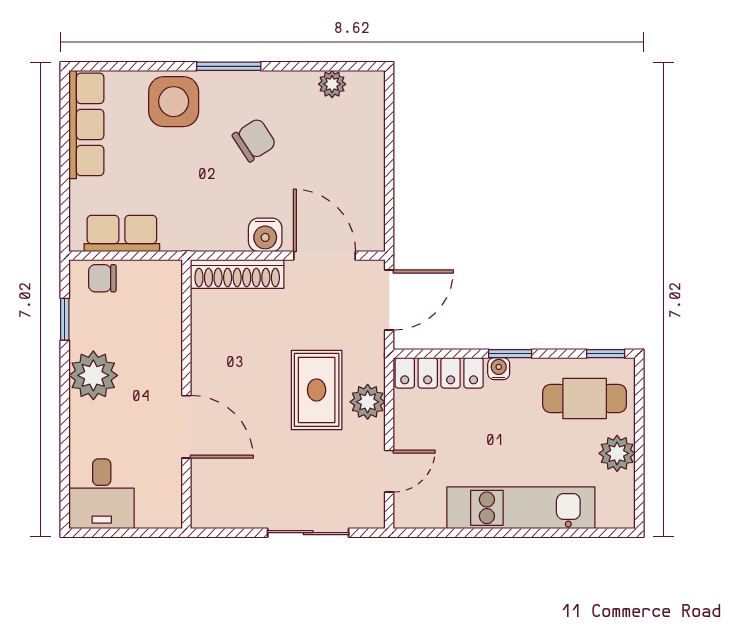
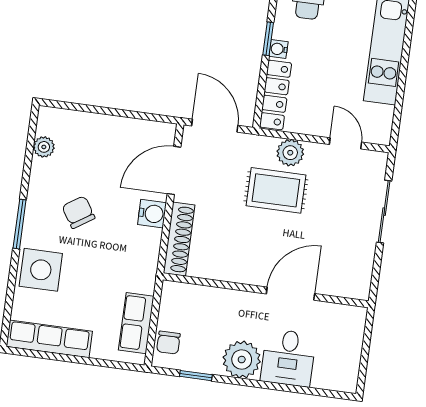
desk: (102, 494) -> (288, 358), moved, turned 90

